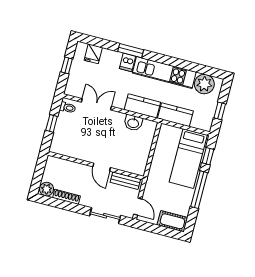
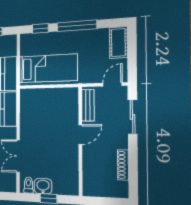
washbasin: (133, 123) -> (43, 186), moved, turned -90
bed: (188, 159) -> (48, 68), moved
plant: (47, 189) -> (120, 189), removed

